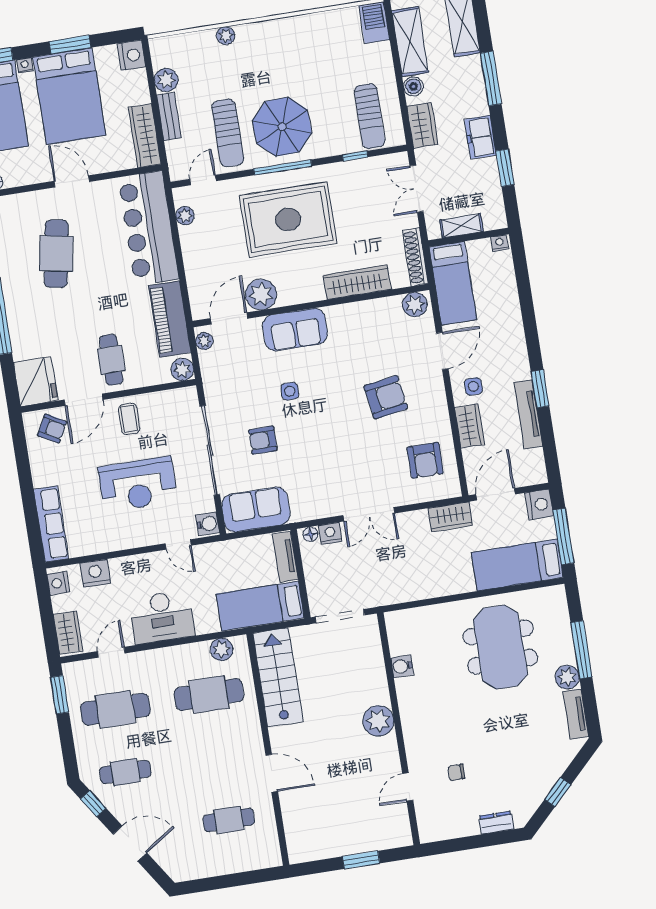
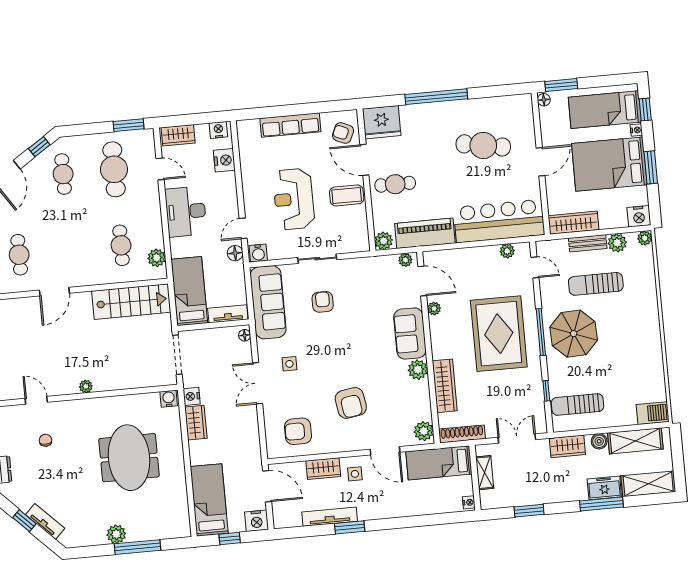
plant: (226, 36) -> (645, 238), moved
sun lounger: (228, 133) -> (596, 284), moved
freezer: (480, 137) -> (604, 488), moved
plant: (261, 294) -> (434, 309), width x0.53, depth x0.53
plant: (339, 317) -> (418, 370), added
side table: (290, 391) -> (289, 364), moved
coffee table: (129, 419) -> (347, 195), width x1.36, depth x1.30
armchair: (52, 429) -> (343, 133), turned 85
sliding door: (210, 450) -> (317, 259), width x0.54
sofa: (256, 510) -> (268, 302), width x1.36
wardrobe: (450, 517) -> (196, 423), moved, turned 180
row of seats: (51, 524) -> (290, 125), moved
nightstand: (330, 533) -> (192, 396), moved, turned 180
window: (563, 537) -> (230, 538), width x0.46
floor lamp: (209, 553) -> (235, 253), added
meeting table: (500, 647) -> (129, 458), moved, turned 90
water cooler: (402, 666) -> (169, 399), moved
cafe table: (209, 694) -> (121, 245), width x0.73, depth x0.74
tv unit: (576, 714) -> (45, 521), moved, turned 45
plant: (378, 721) -> (86, 386), width x0.53, depth x0.53

